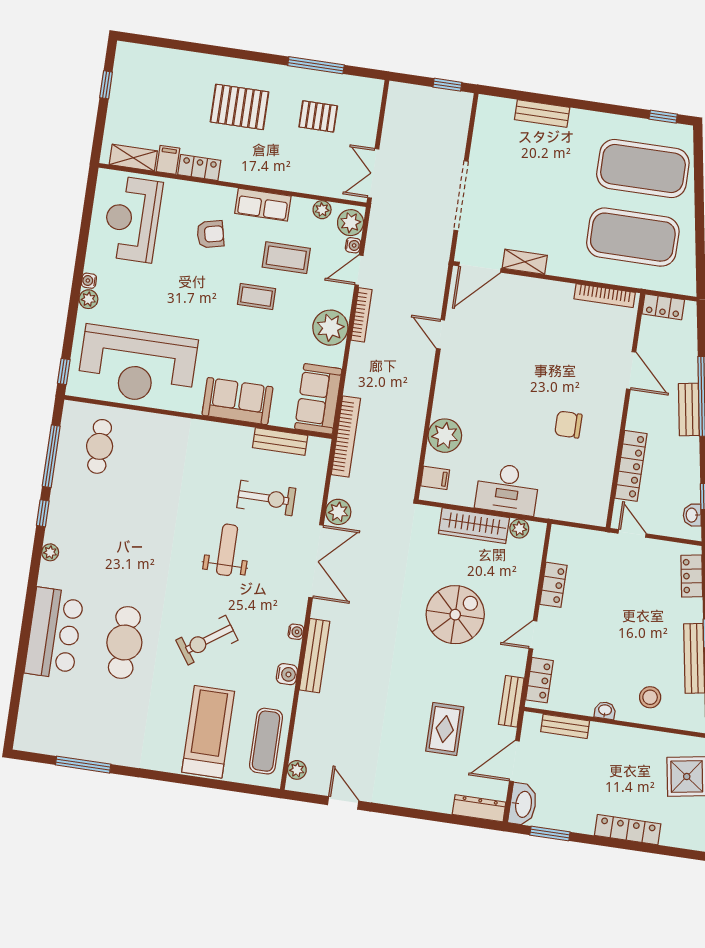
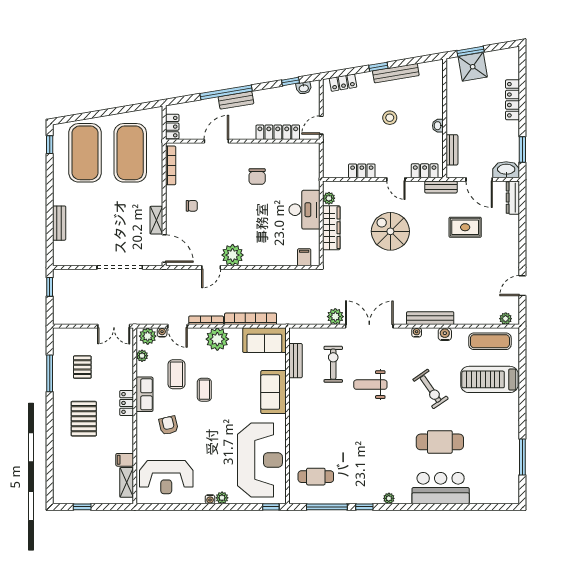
locker: (199, 168) -> (127, 403), moved
chair: (538, 319) -> (192, 206), added
bookcase: (346, 436) -> (251, 319), moved
plant: (445, 436) -> (233, 255), moved
stool: (650, 697) -> (390, 118), moved

